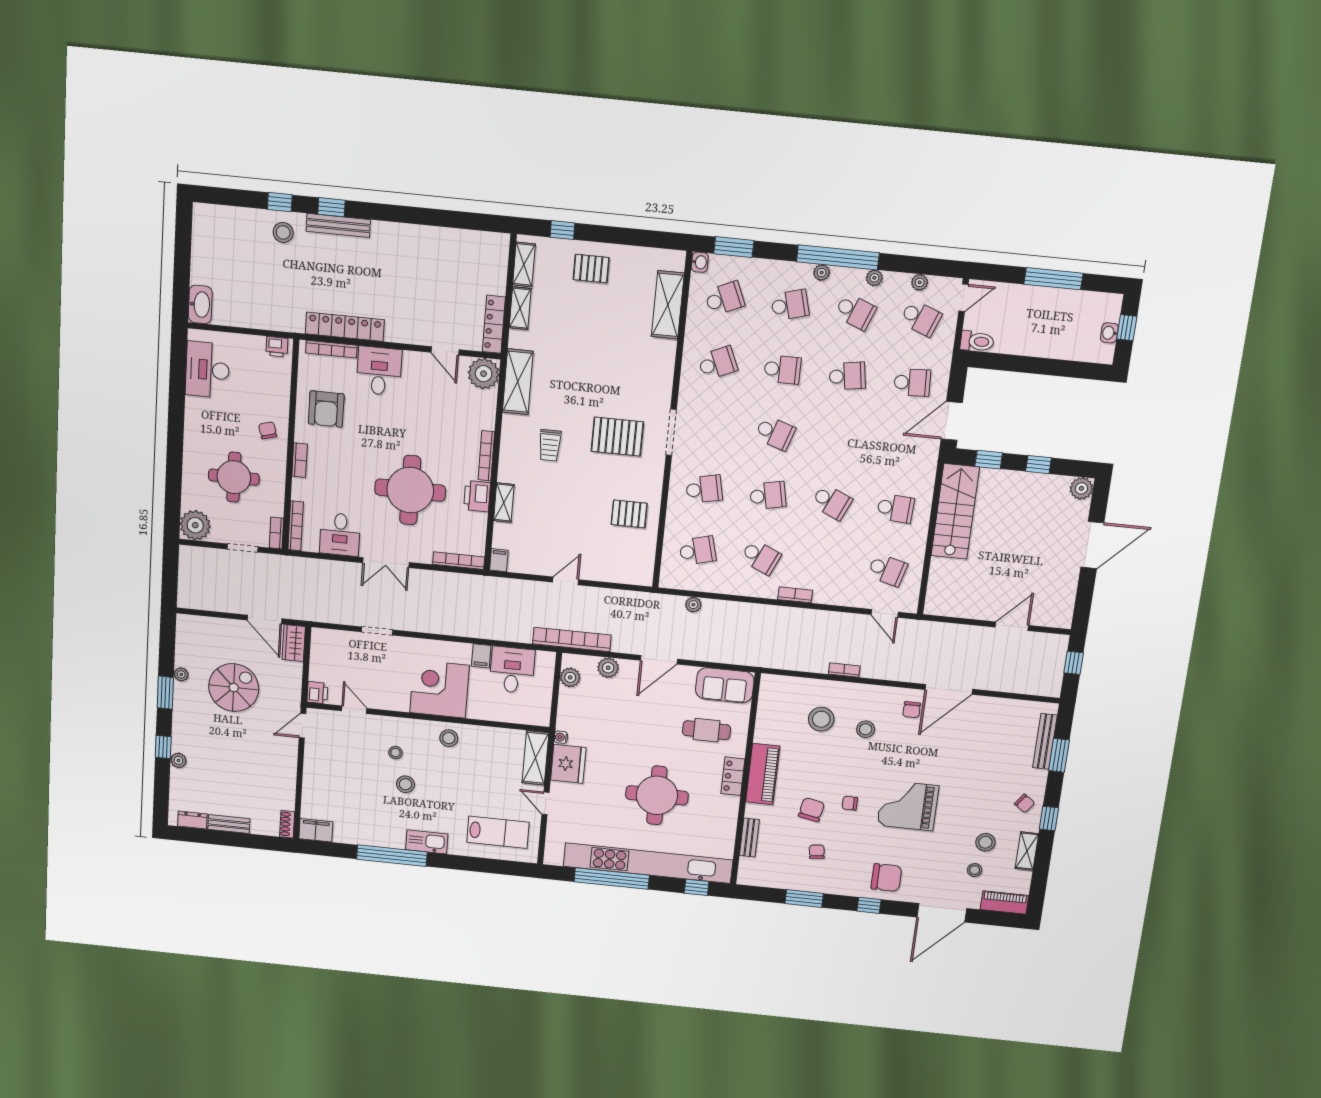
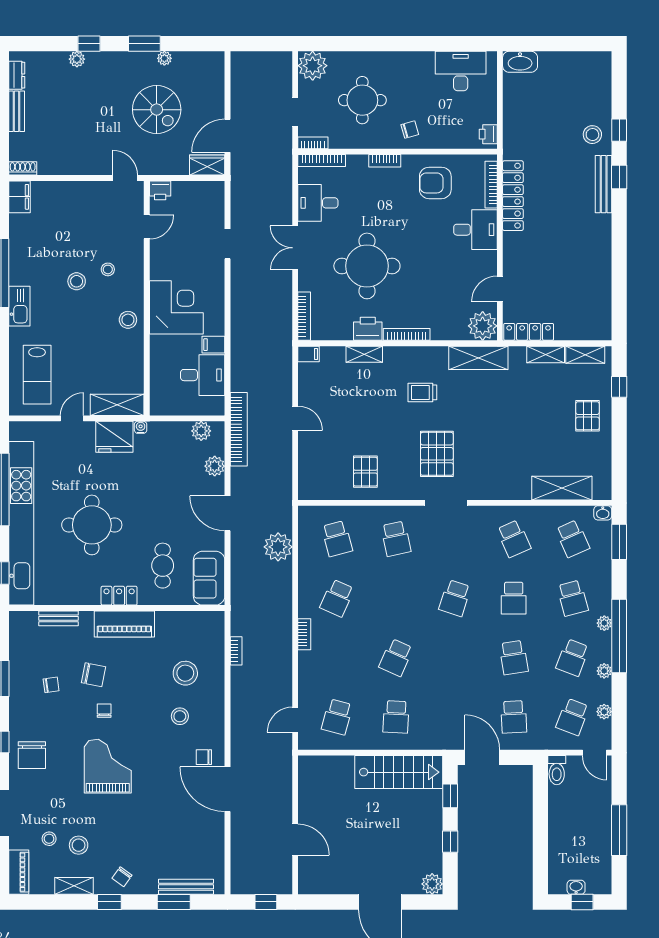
school desk: (768, 496) -> (396, 598), removed
plant: (693, 605) -> (278, 547), width x1.87, depth x1.87
bookcase: (844, 670) -> (236, 651), moved

